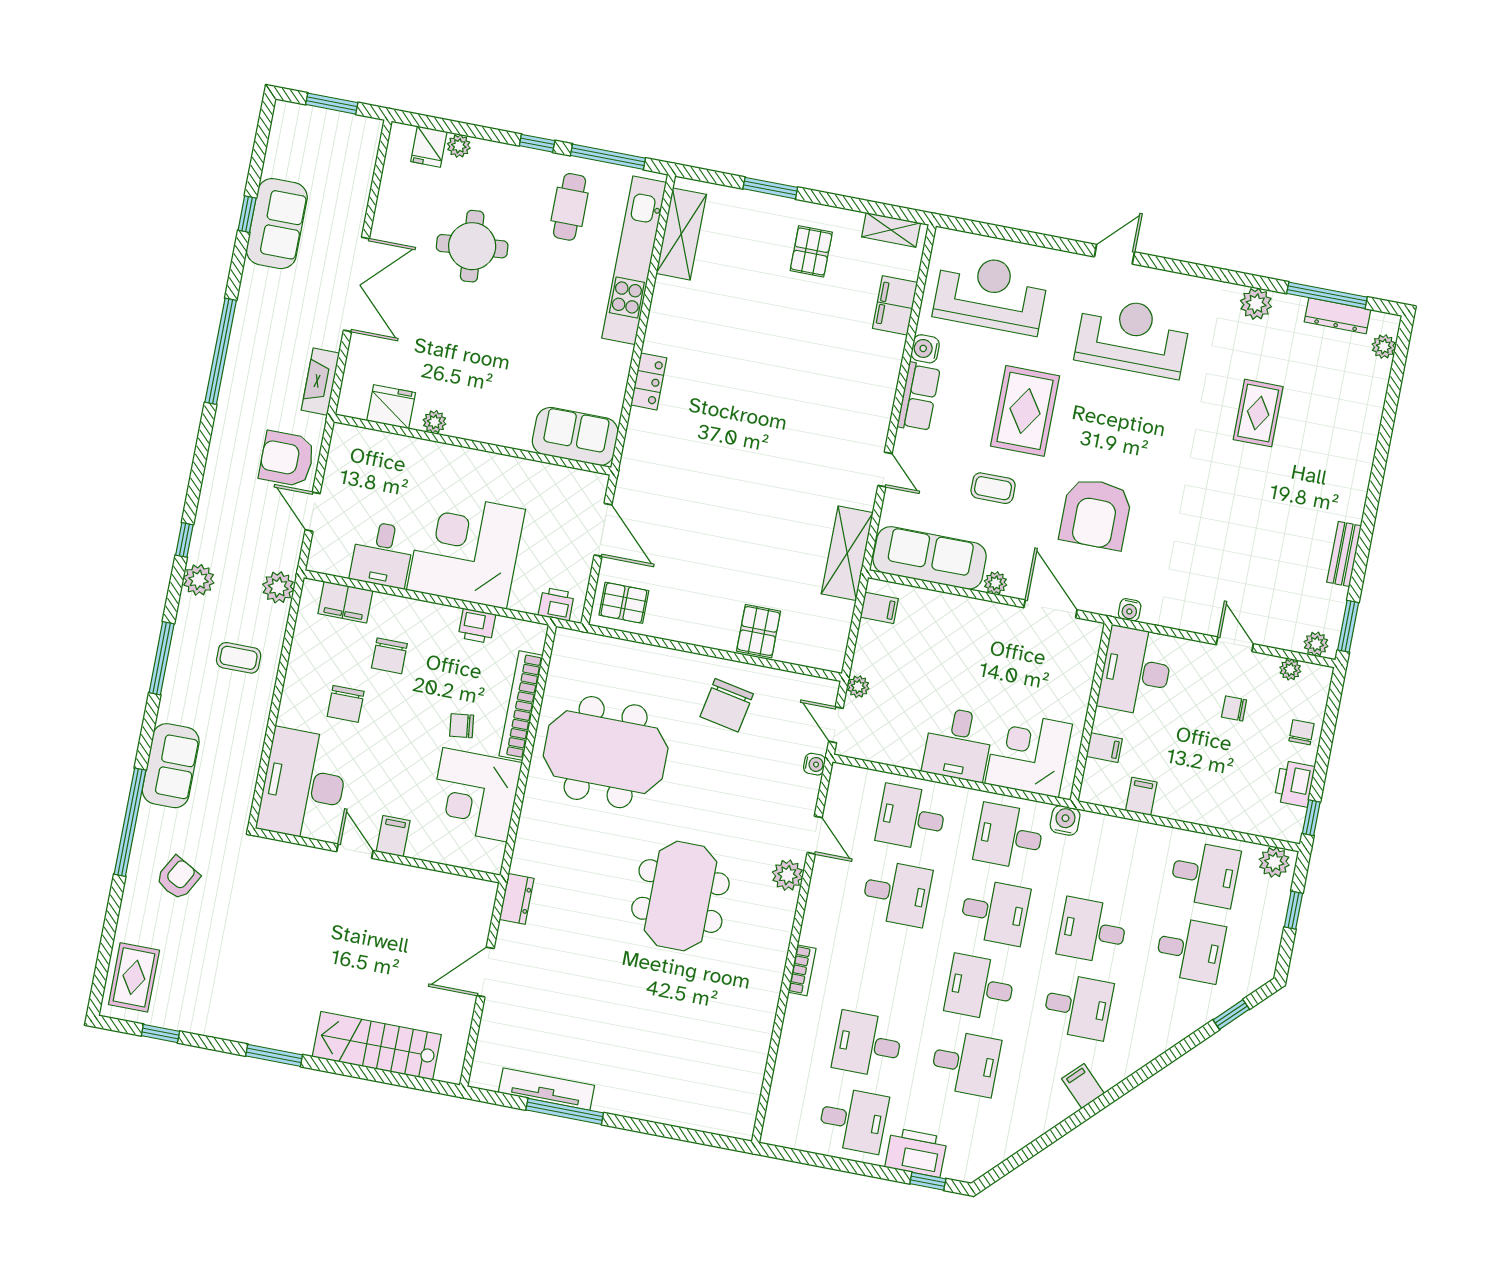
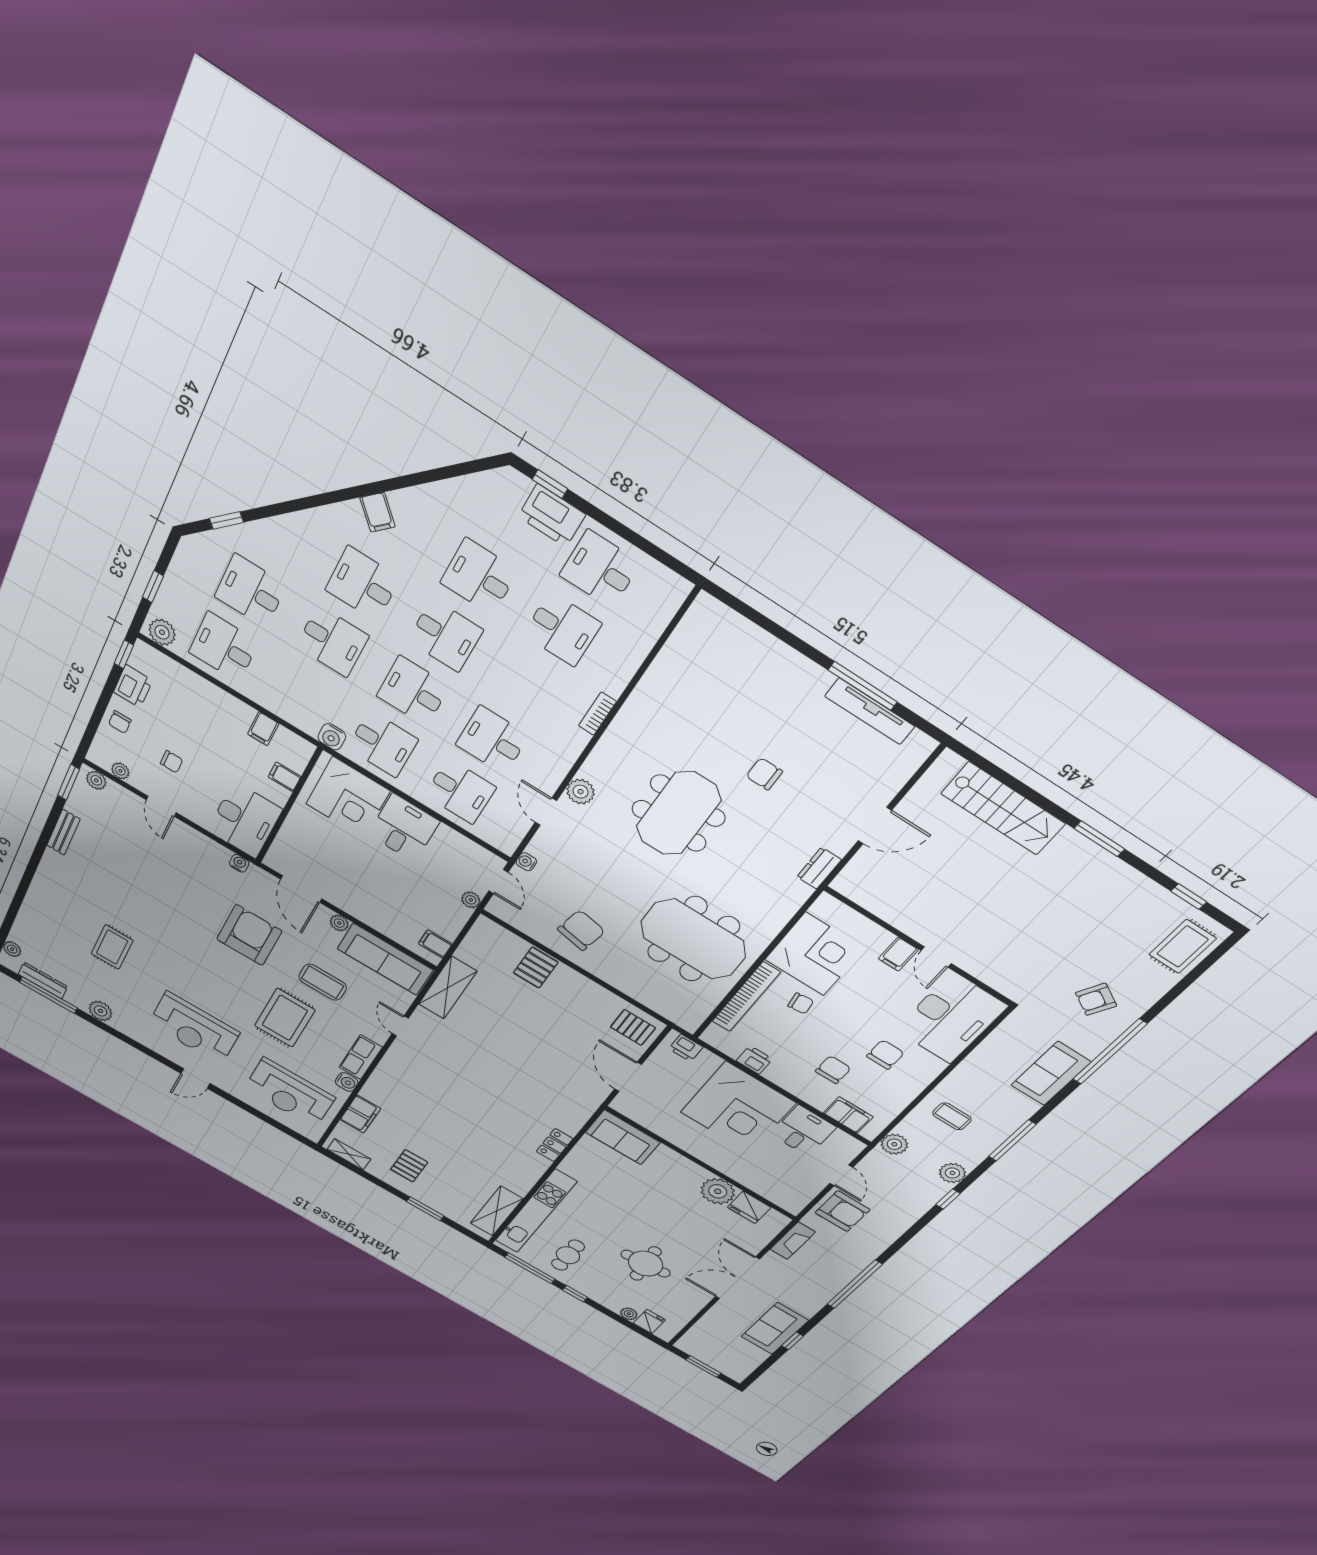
plant: (435, 422) -> (718, 1191), width x1.88, depth x1.88
coffee table: (993, 488) -> (323, 982), width x1.36, depth x1.30
chair: (615, 979) -> (764, 774), added

